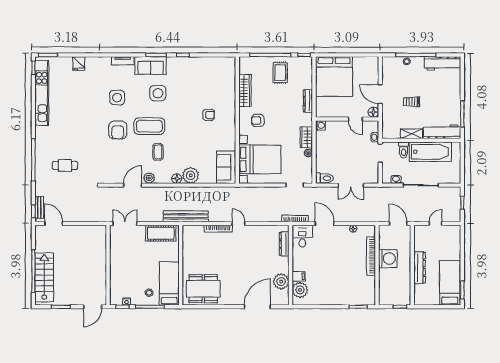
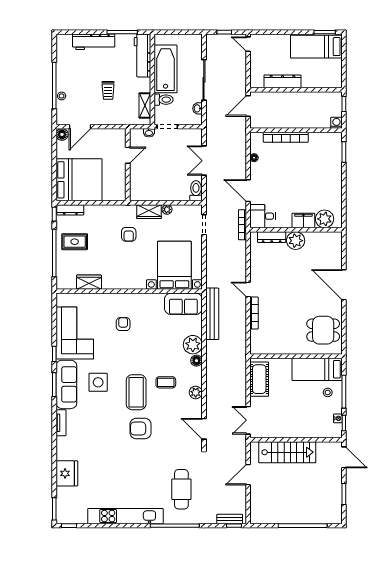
workbench: (442, 63) -> (94, 42), moved, turned 90
fridge: (79, 64) -> (67, 473), width x1.88, depth x1.34
sofa: (150, 66) -> (66, 384), width x1.36
corner sofa: (201, 73) -> (75, 333), added
wardrobe: (245, 91) -> (89, 282), width x0.67
kitchen unit: (42, 93) -> (125, 516), moved
door: (380, 94) -> (80, 127), moved
side table: (117, 98) -> (103, 429), removed
dresser: (308, 101) -> (70, 210), moved
floor lamp: (373, 112) -> (62, 134), moved
armchair: (258, 120) -> (129, 234), moved
washing machine: (320, 125) -> (135, 195), removed
armchair: (118, 130) -> (141, 429), turned 180
shelving: (411, 134) -> (145, 105), moved
cafe table: (65, 166) -> (181, 489), width x1.37, depth x1.35
door: (133, 185) -> (204, 429), moved
double door: (351, 185) -> (204, 161), swing flipped
bench: (186, 216) -> (212, 314), moved
door: (54, 224) -> (248, 475), moved
door: (239, 224) -> (248, 289), hinge flipped
door: (325, 224) -> (248, 191), hinge flipped
door: (436, 224) -> (248, 44), moved
washing machine: (388, 259) -> (336, 123), moved, width x0.53, depth x0.53
dresser: (419, 268) -> (282, 81), moved
filing cabinet: (299, 276) -> (303, 220), width x2.00
stairs: (44, 277) -> (287, 452), moved, turned 180
plant: (281, 281) -> (296, 241), moved
dining table: (203, 289) -> (323, 330), width x0.73
door: (257, 307) -> (344, 285), moved

